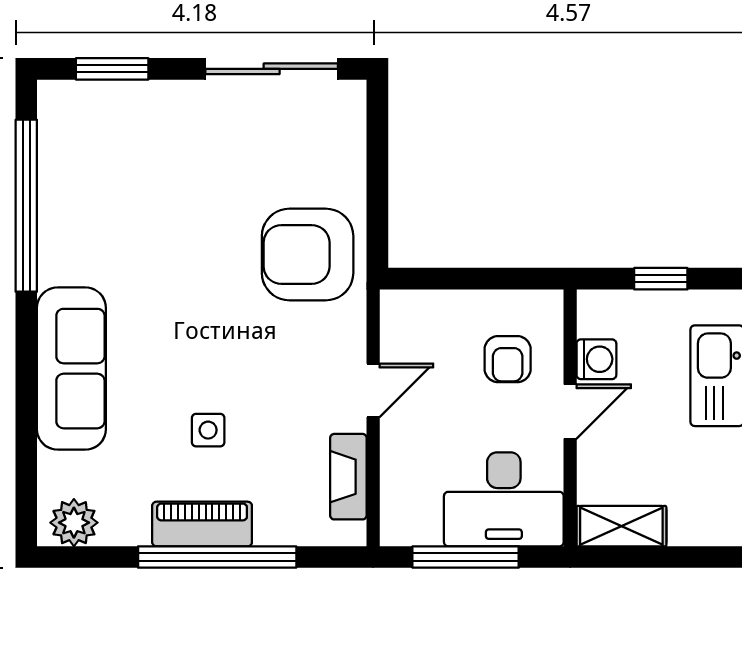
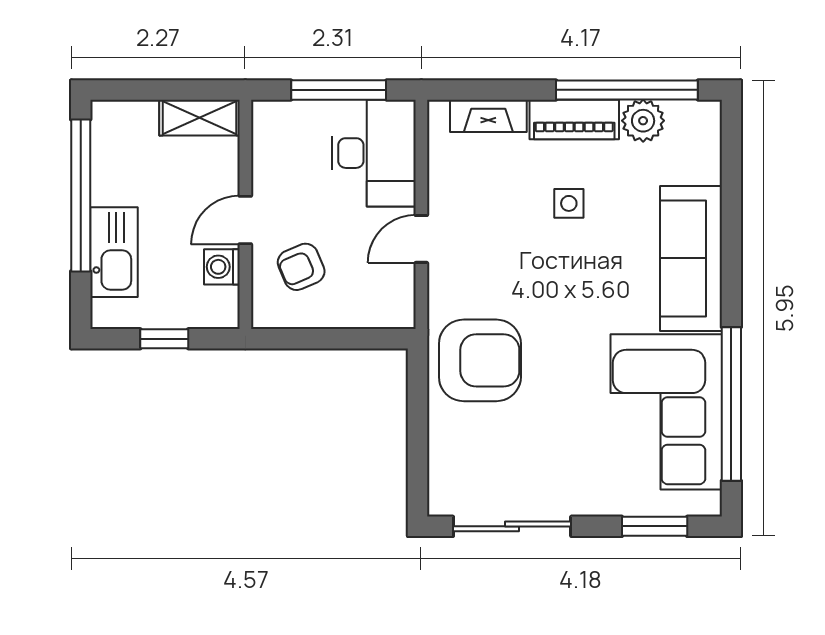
corner sofa: (99, 197) -> (666, 412), added
armchair: (508, 359) -> (301, 267), turned -113
fireplace: (348, 477) -> (488, 116), moved, turned 90
desk: (504, 499) -> (374, 153), moved, turned 90
plant: (74, 523) -> (643, 121), moved
window: (217, 557) -> (627, 90), moved

